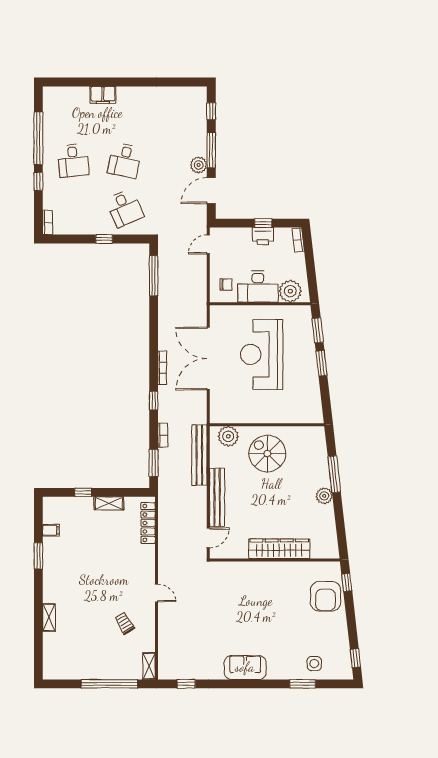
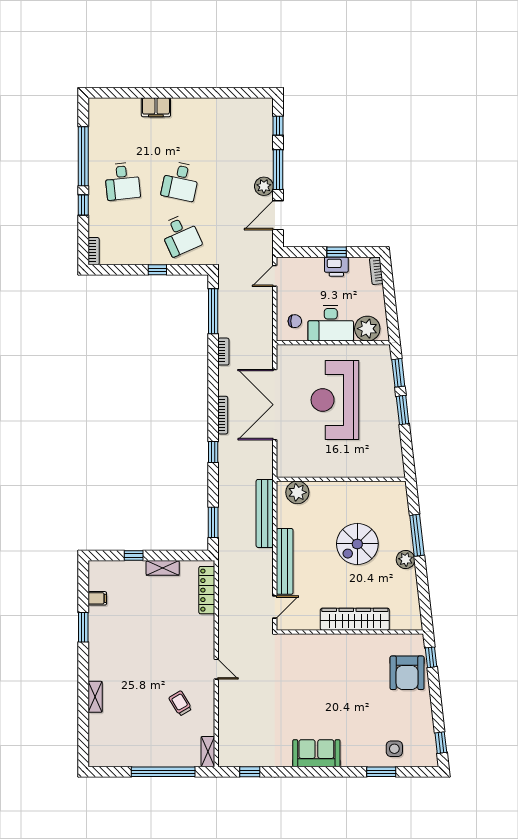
bookcase: (163, 435) -> (223, 352), moved
spiral stairs: (267, 454) -> (357, 544), moved, turned -90

